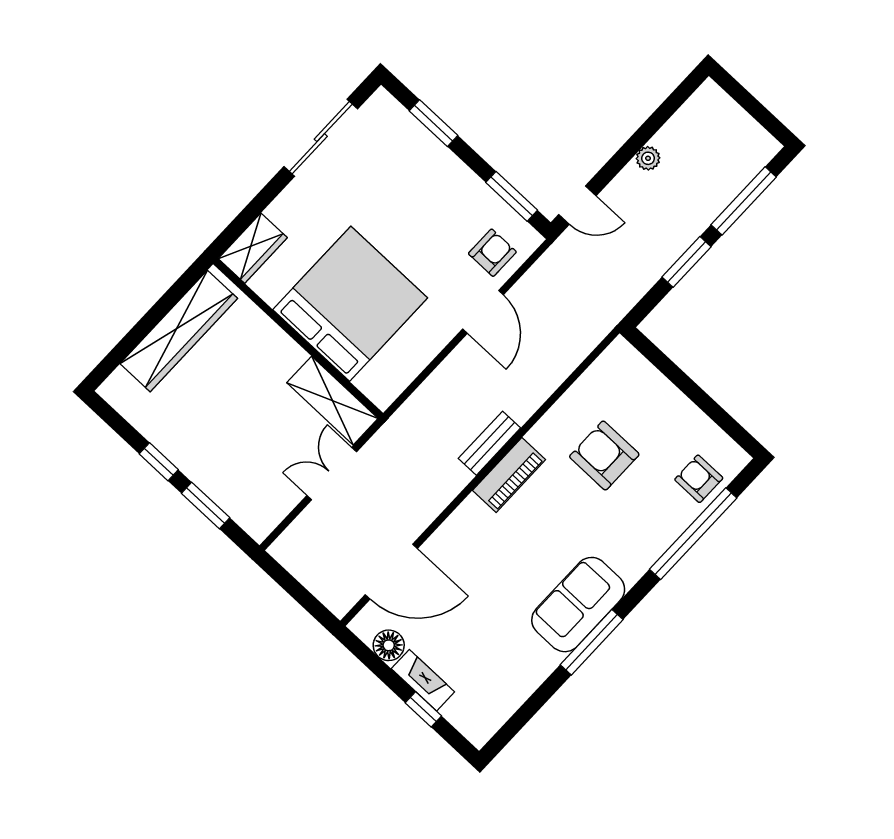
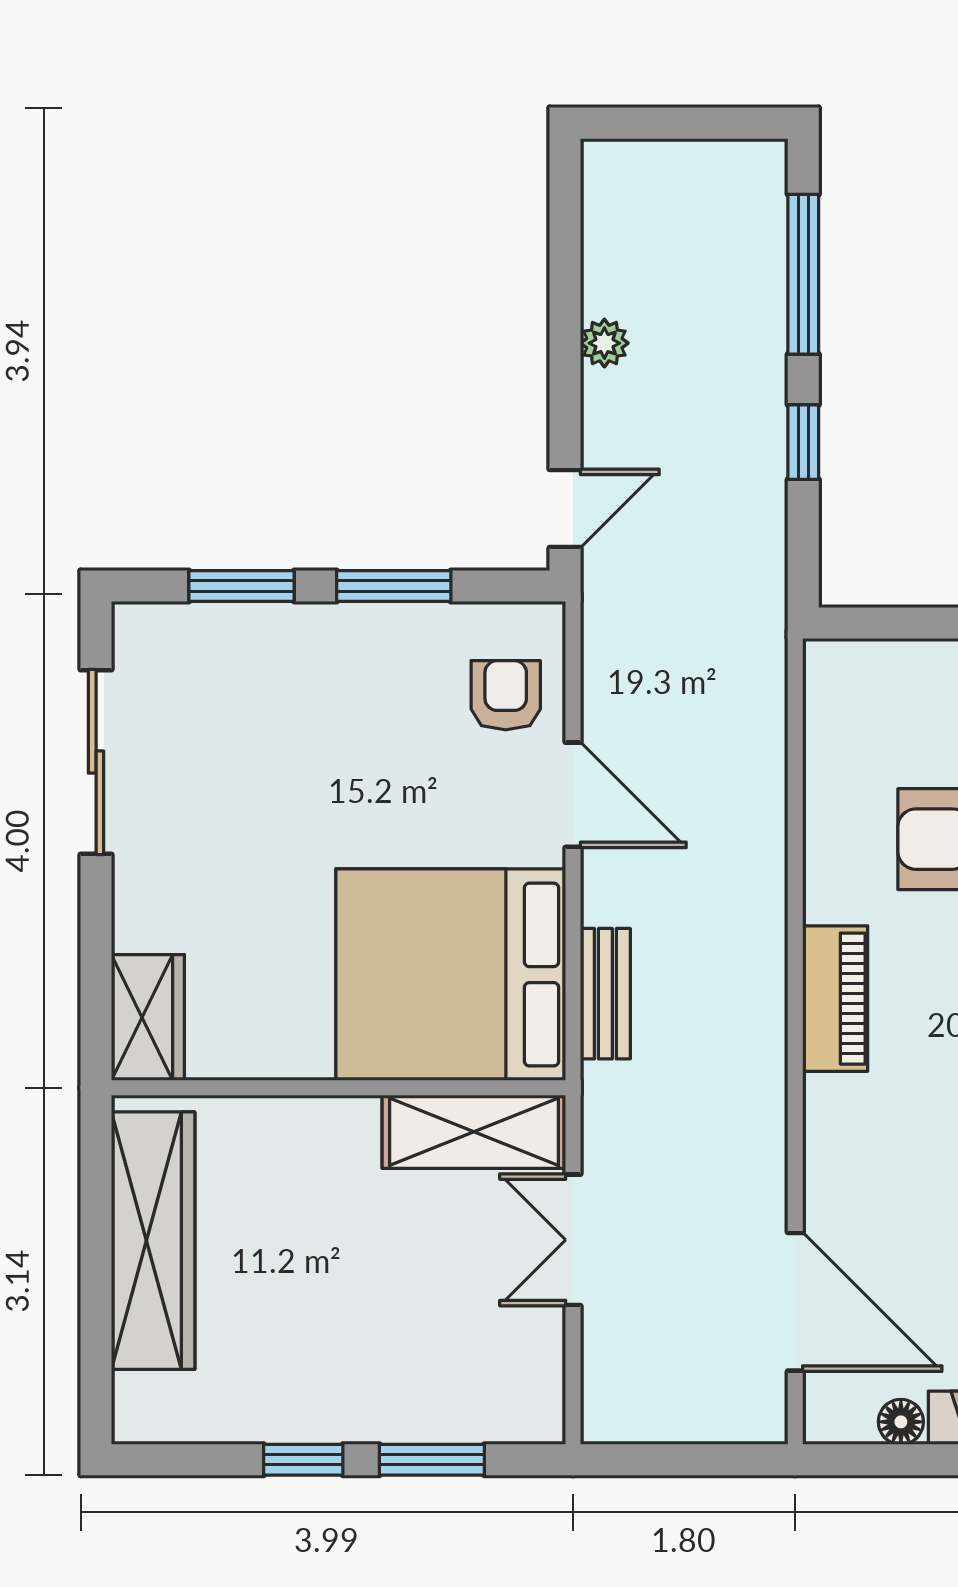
window: (512, 196) -> (394, 586), moved
window: (687, 262) -> (803, 442), width x0.67
bed: (350, 304) -> (451, 975), moved, turned -90
bench: (489, 443) -> (605, 994), moved
door: (391, 572) -> (795, 1302), hinge flipped
floor lamp: (389, 645) -> (901, 1422), width x0.73, depth x0.73

